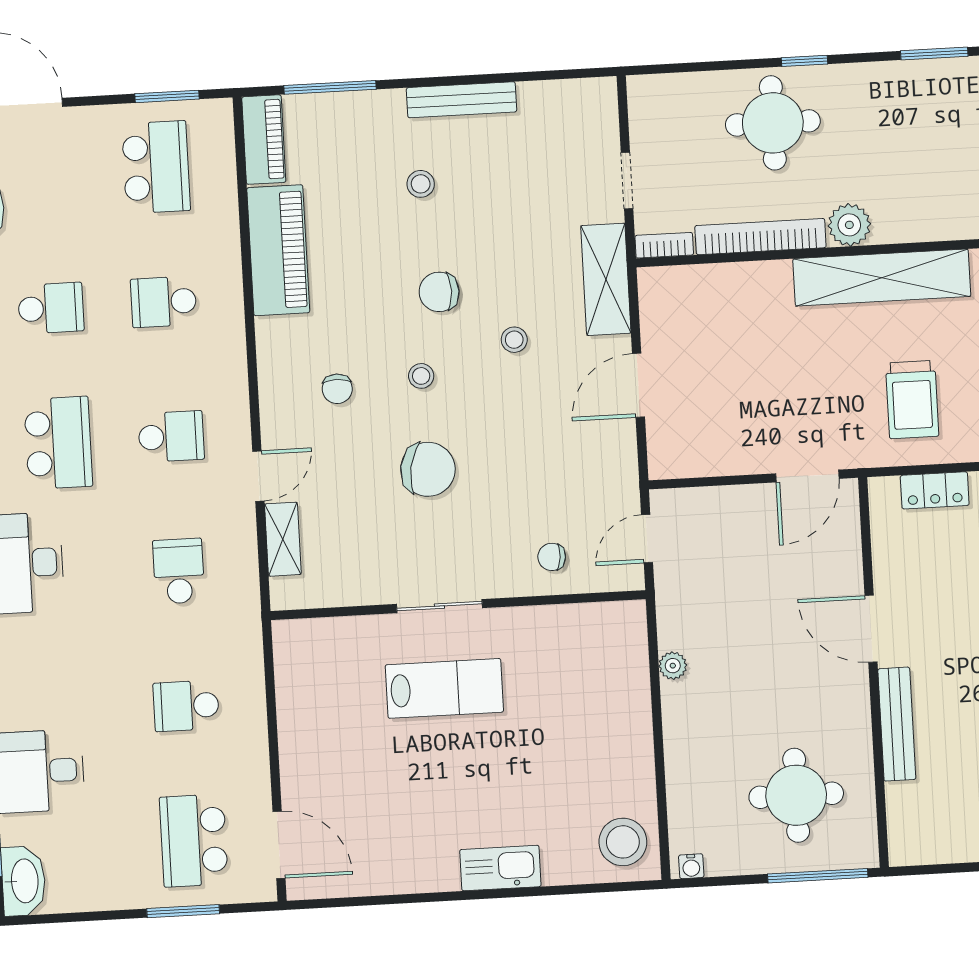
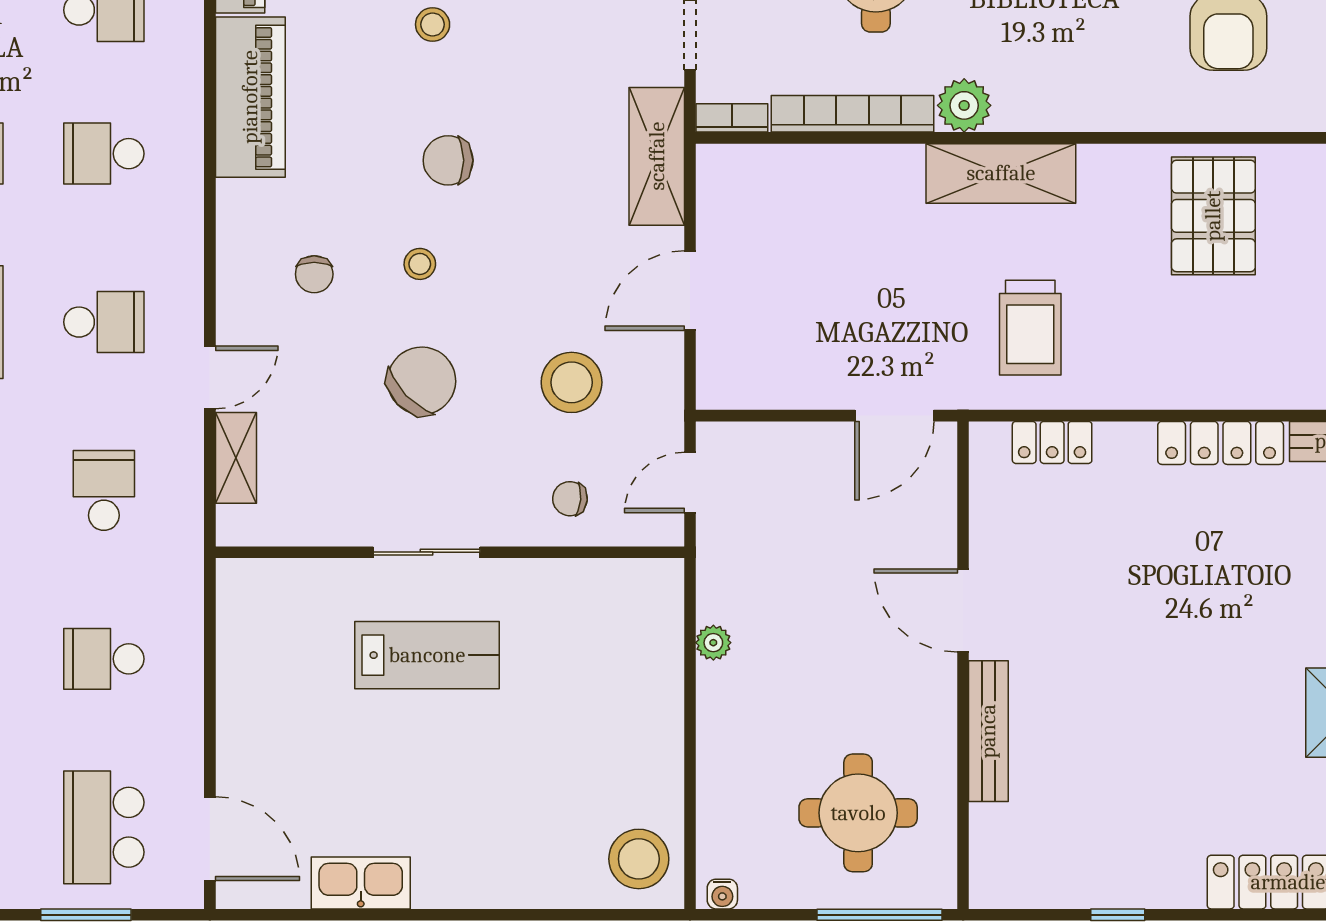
shelving: (882, 278) -> (1001, 173), width x0.68
stool: (514, 340) -> (572, 382), moved, width x1.89, depth x1.89
chair: (428, 469) -> (422, 381), turned -54
kitchen sink: (500, 868) -> (361, 883), moved

